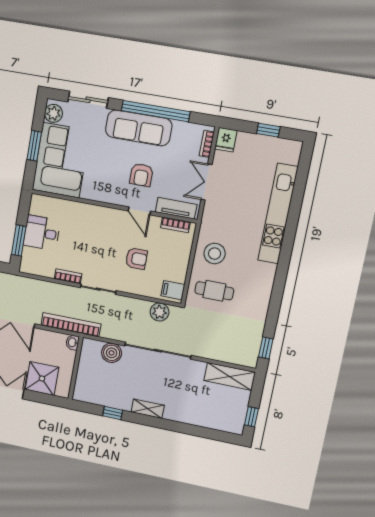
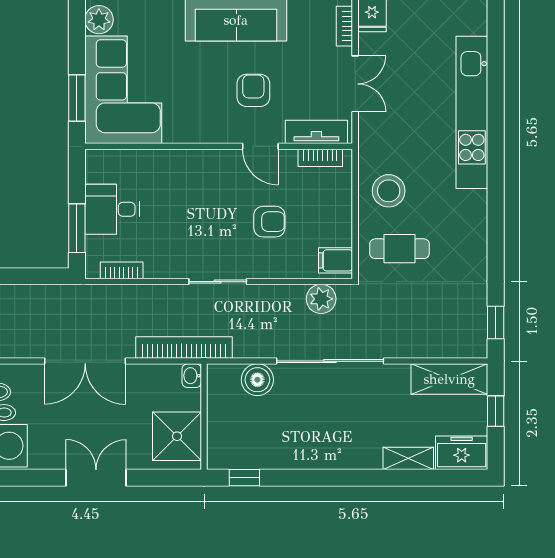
window: (34, 146) -> (77, 98), moved
armchair: (141, 175) -> (253, 90), turned 180
double door: (206, 182) -> (355, 84), swing flipped
bookcase: (68, 276) -> (122, 270), moved
shower: (42, 379) -> (177, 436), moved
shelving: (148, 409) -> (408, 458), moved
window: (113, 413) -> (244, 478), moved
window: (251, 417) -> (496, 411), moved
freezer: (228, 422) -> (462, 453), added

